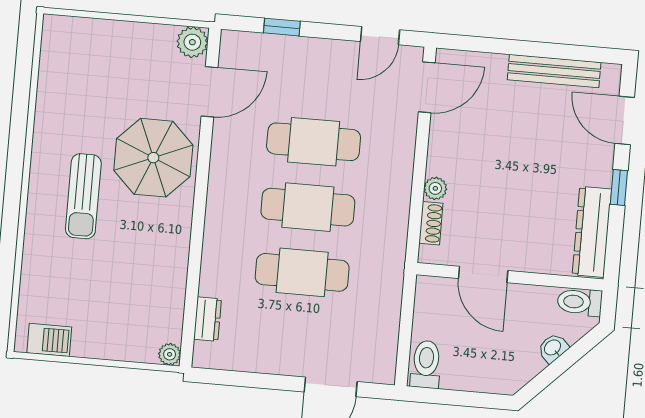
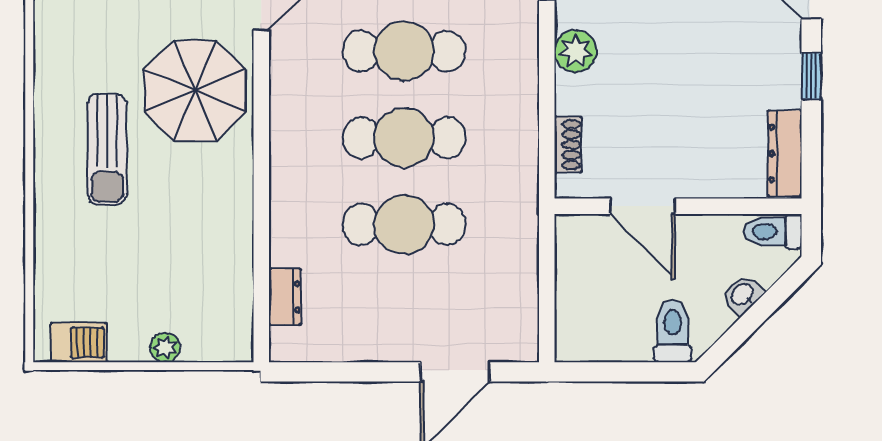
plant: (435, 188) -> (575, 51), moved, width x1.38, depth x1.38
dresser: (592, 232) -> (785, 153), width x0.73, depth x0.80
plant: (170, 354) -> (165, 347), moved
toilet: (426, 364) -> (673, 331), moved

